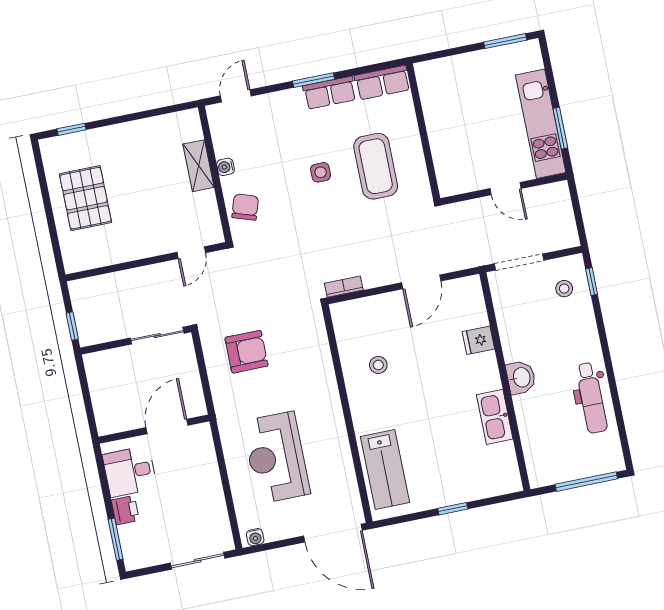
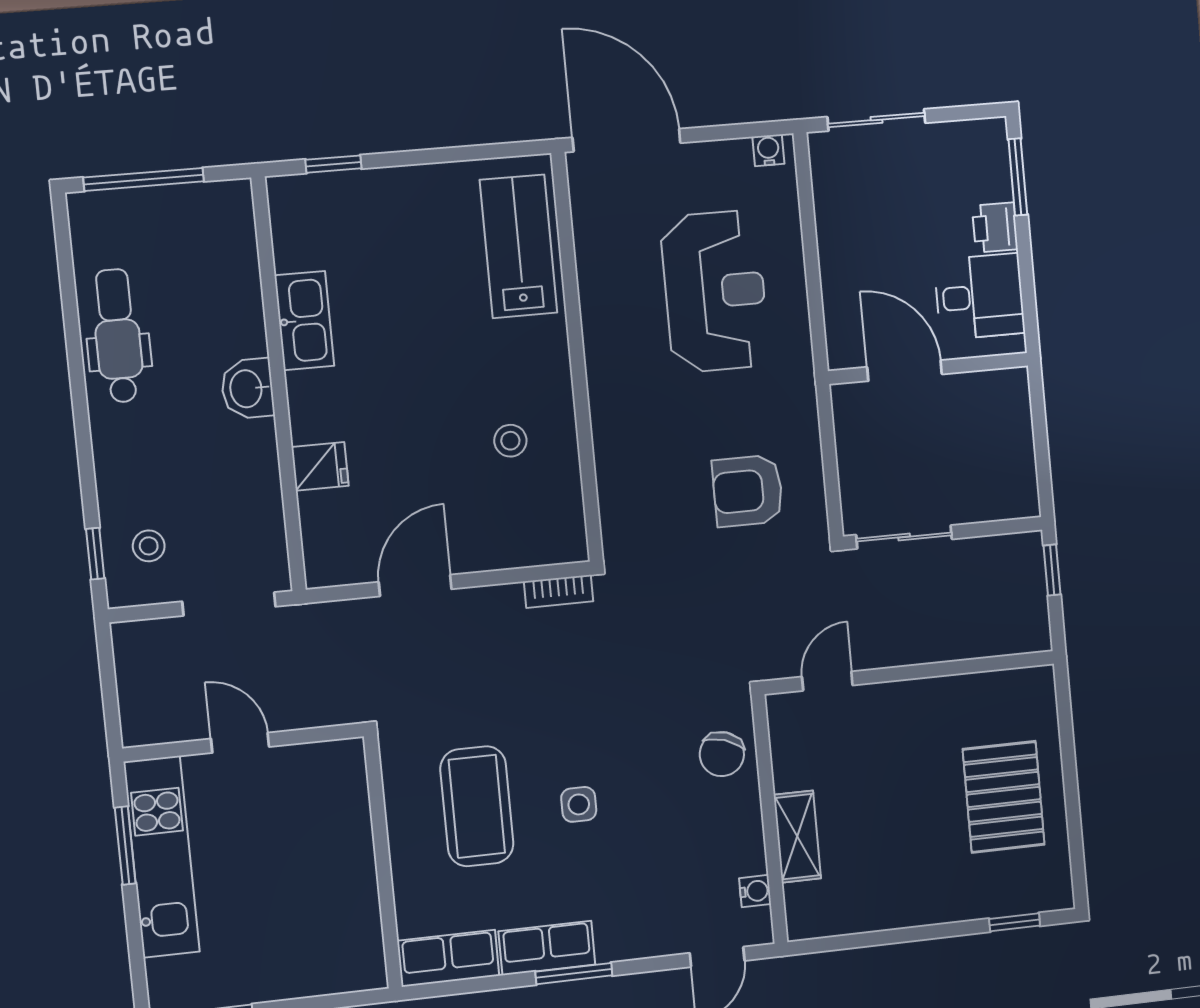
water cooler: (225, 167) -> (755, 891), moved
door: (167, 426) -> (905, 371), swing flipped
window: (453, 509) -> (333, 164), moved

